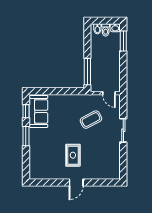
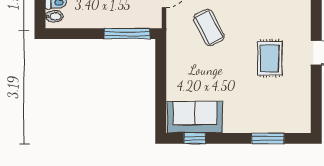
window: (26, 136) -> (268, 138), moved
rug: (73, 155) -> (270, 58), turned 90

